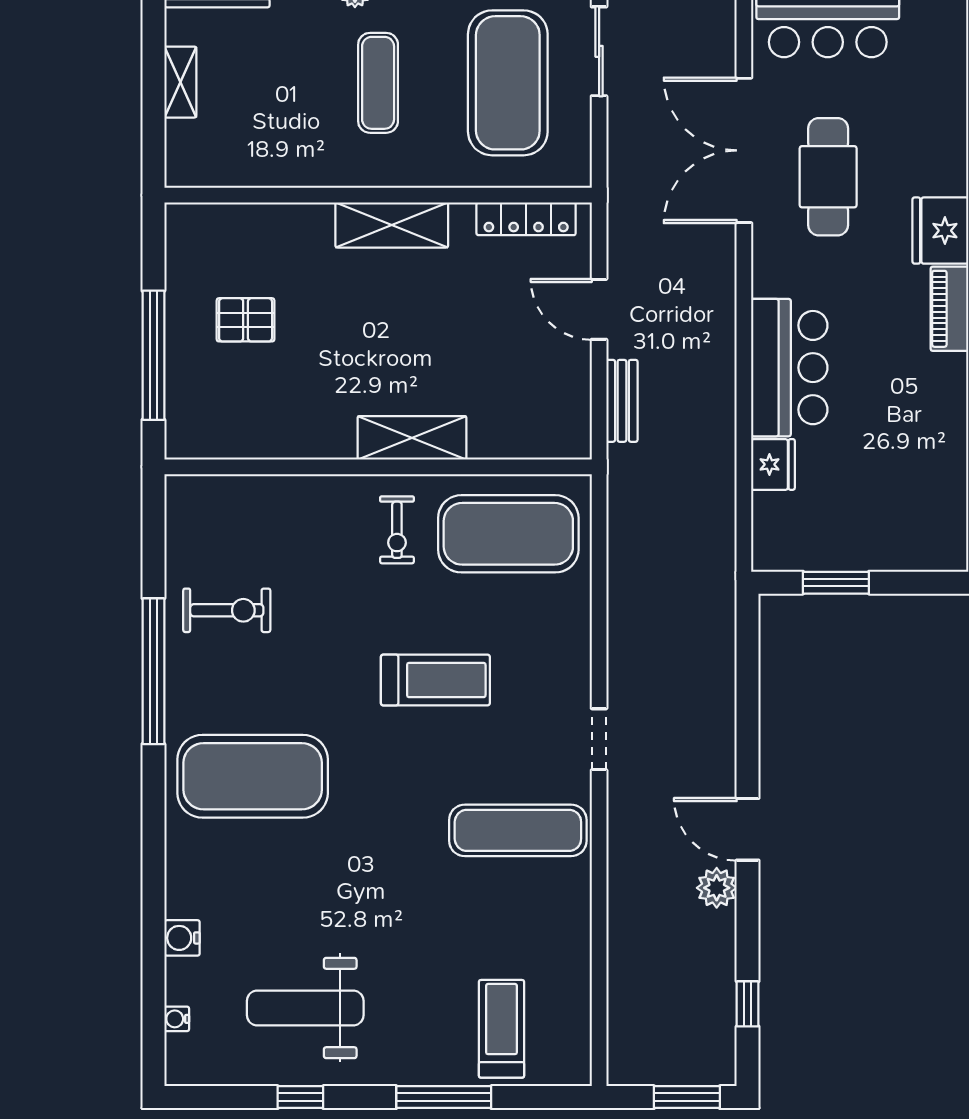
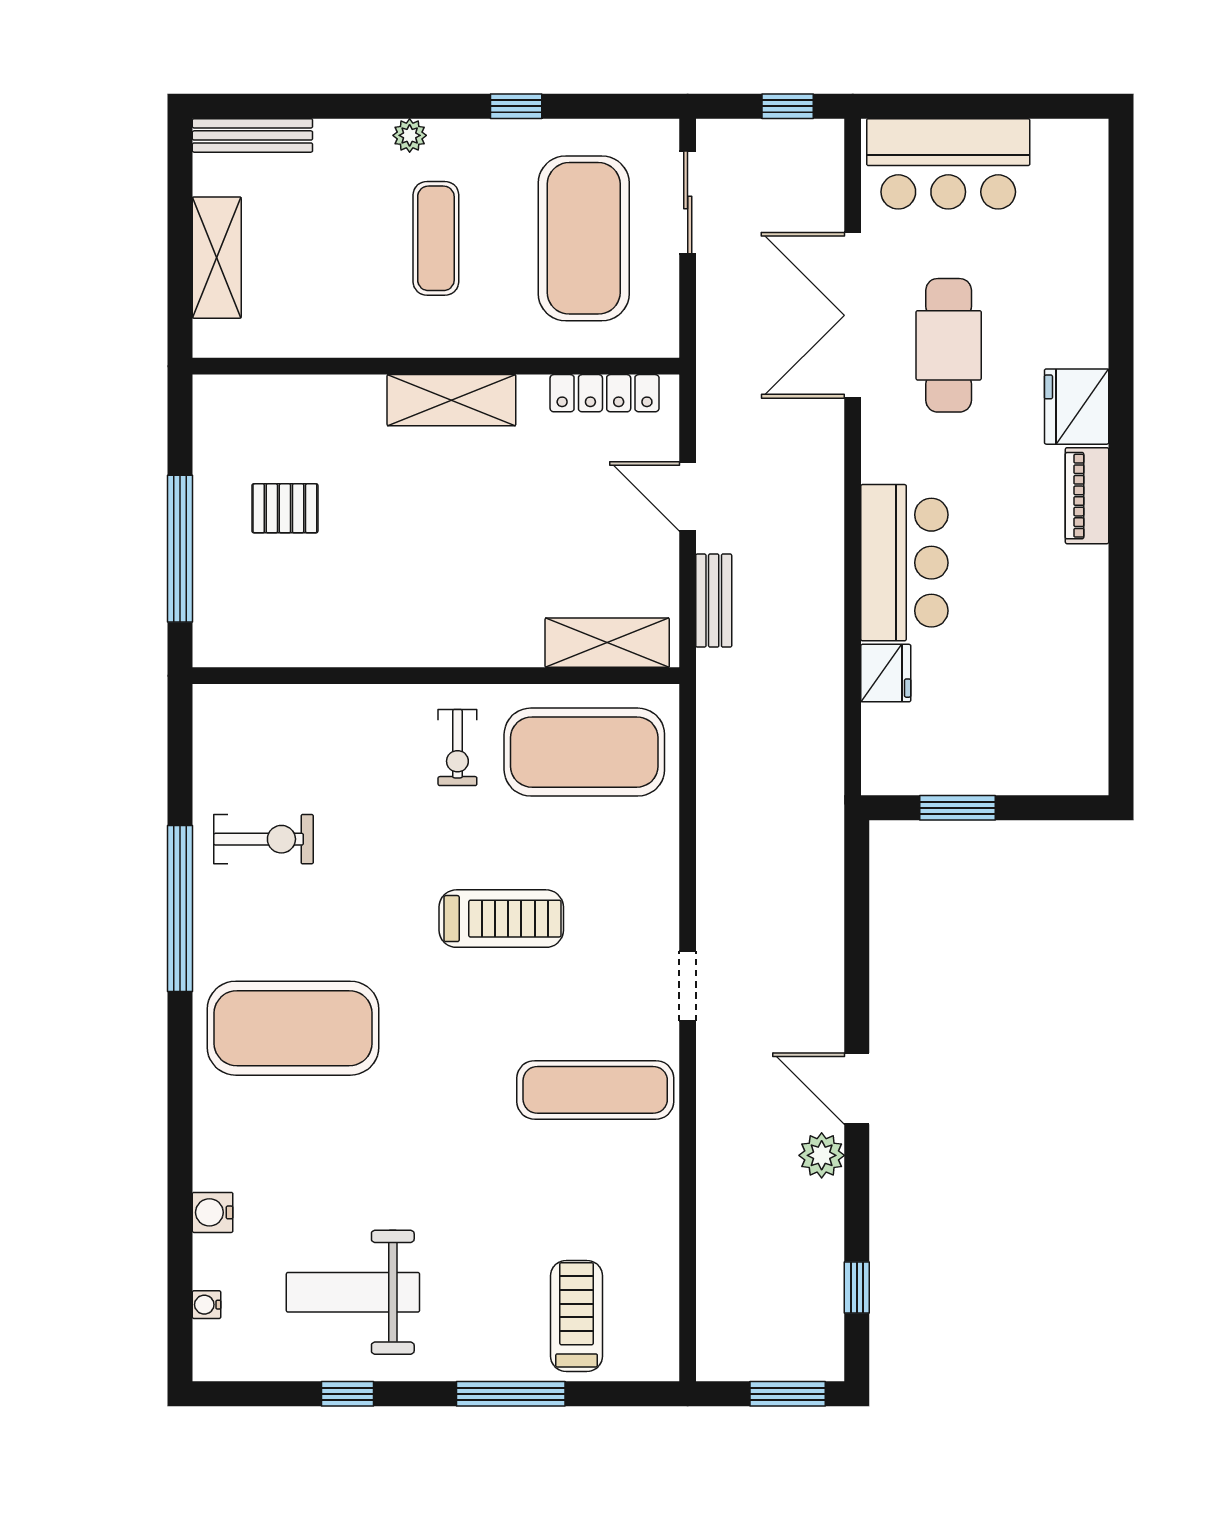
shelving: (180, 82) -> (217, 258), width x1.50, depth x1.33
shelving: (412, 438) -> (607, 643), moved

